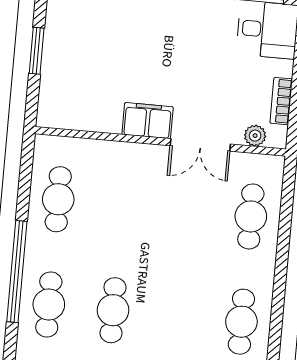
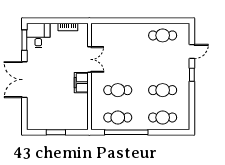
plant: (255, 136) -> (83, 37), removed
cafe table: (251, 216) -> (118, 90), moved
window: (17, 272) -> (126, 132), moved

